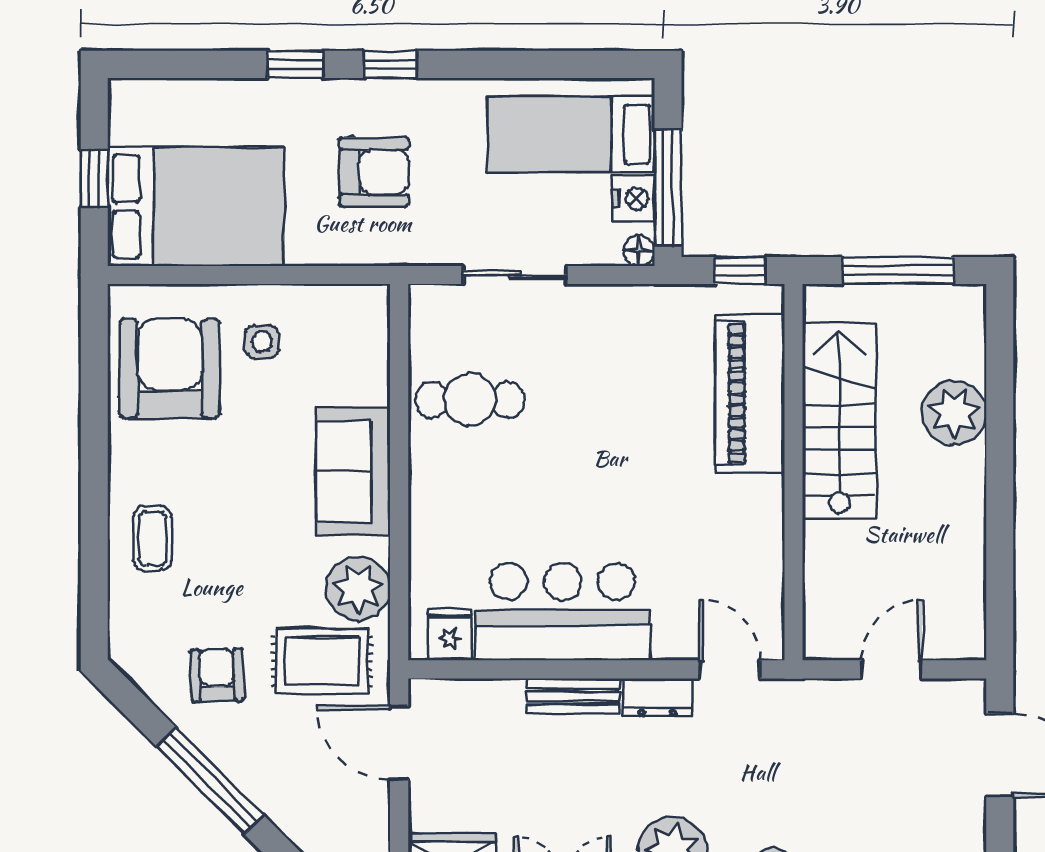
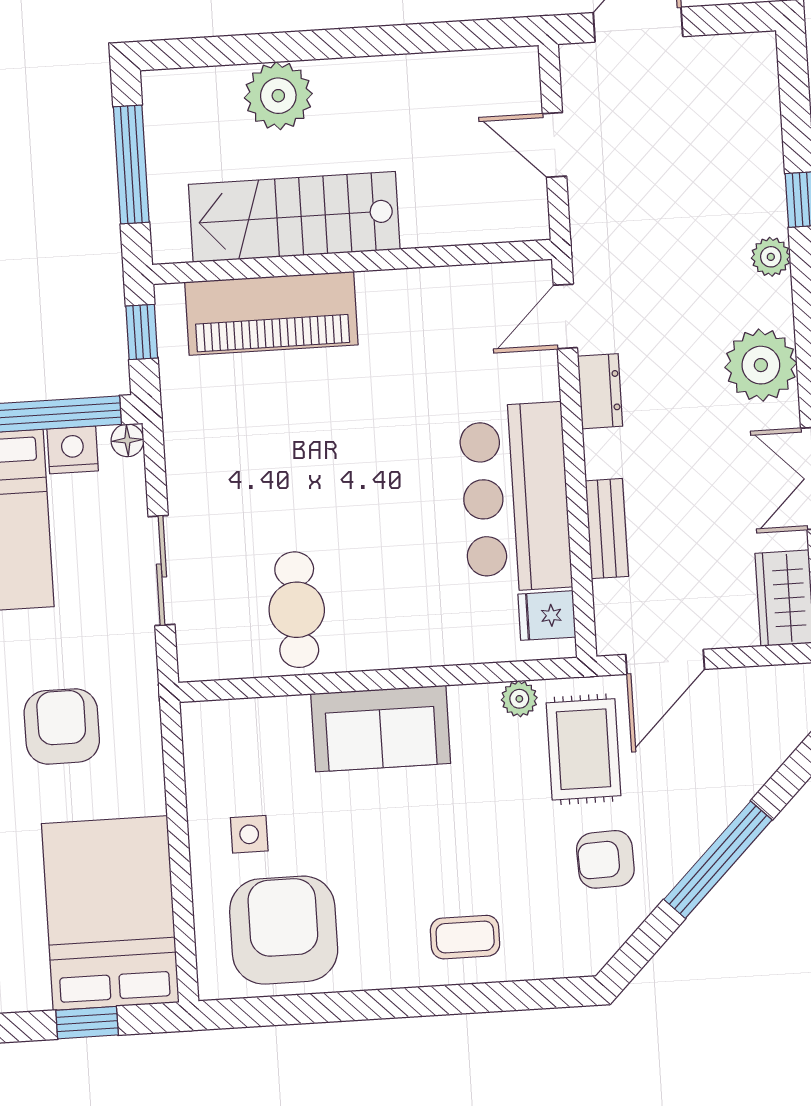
armchair: (170, 368) -> (284, 930), turned 90
plant: (358, 589) -> (519, 699), width x0.53, depth x0.53
bench: (573, 696) -> (607, 529), moved

